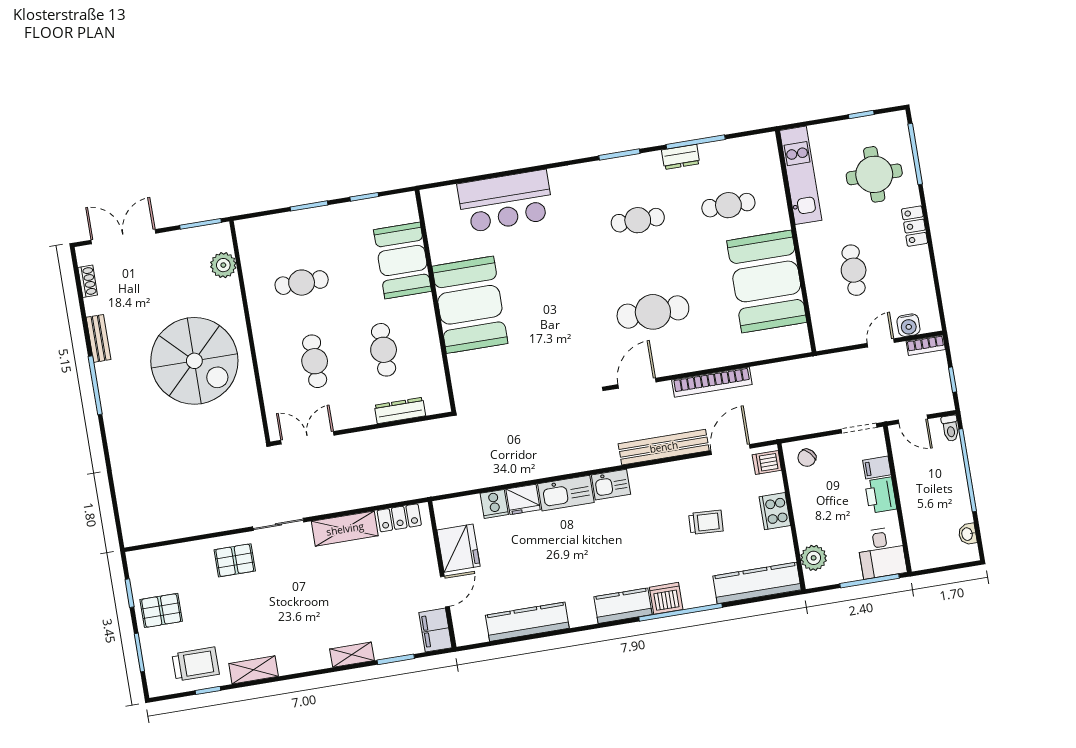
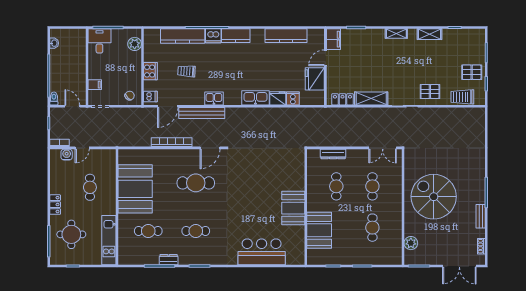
cafe table: (302, 283) -> (372, 228), turned 90
booth: (470, 305) -> (293, 208), width x0.73, depth x0.70
kitchen sink: (611, 485) -> (214, 98), moved
printer: (881, 495) -> (95, 70), removed
kitchen counter: (757, 583) -> (183, 36), moved
shelving: (352, 655) -> (396, 34), moved
trolley: (196, 664) -> (462, 97), moved

